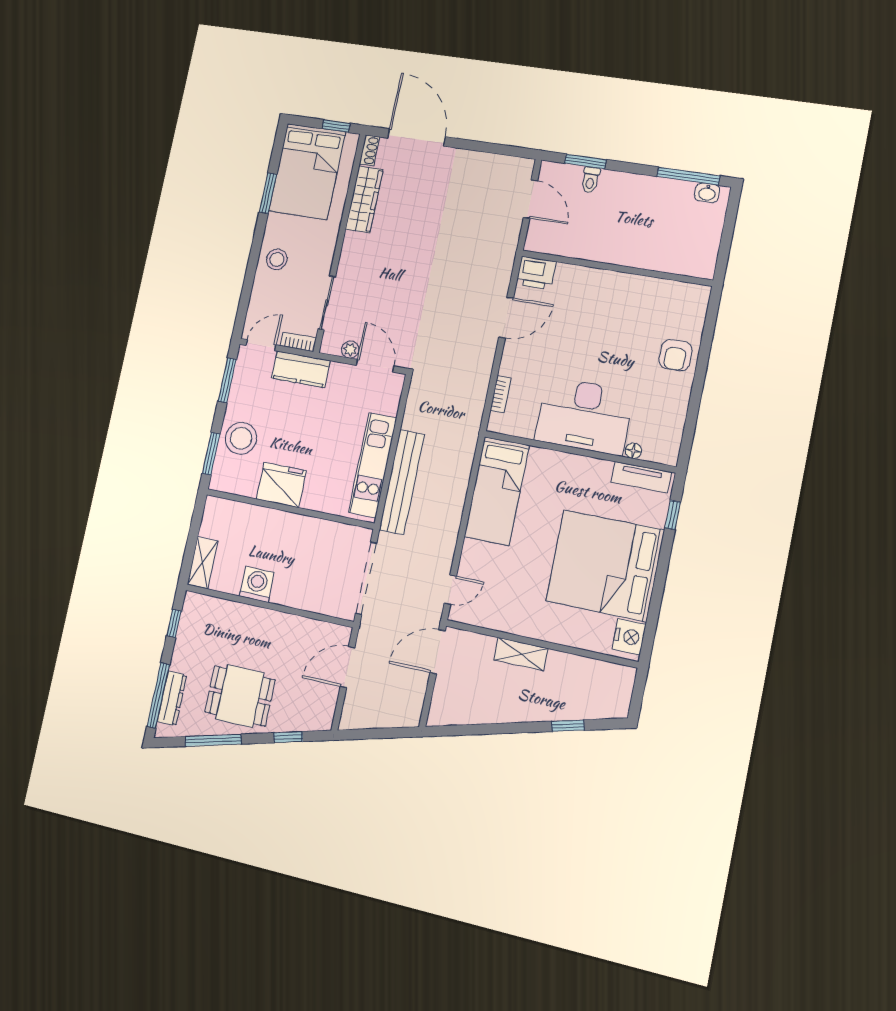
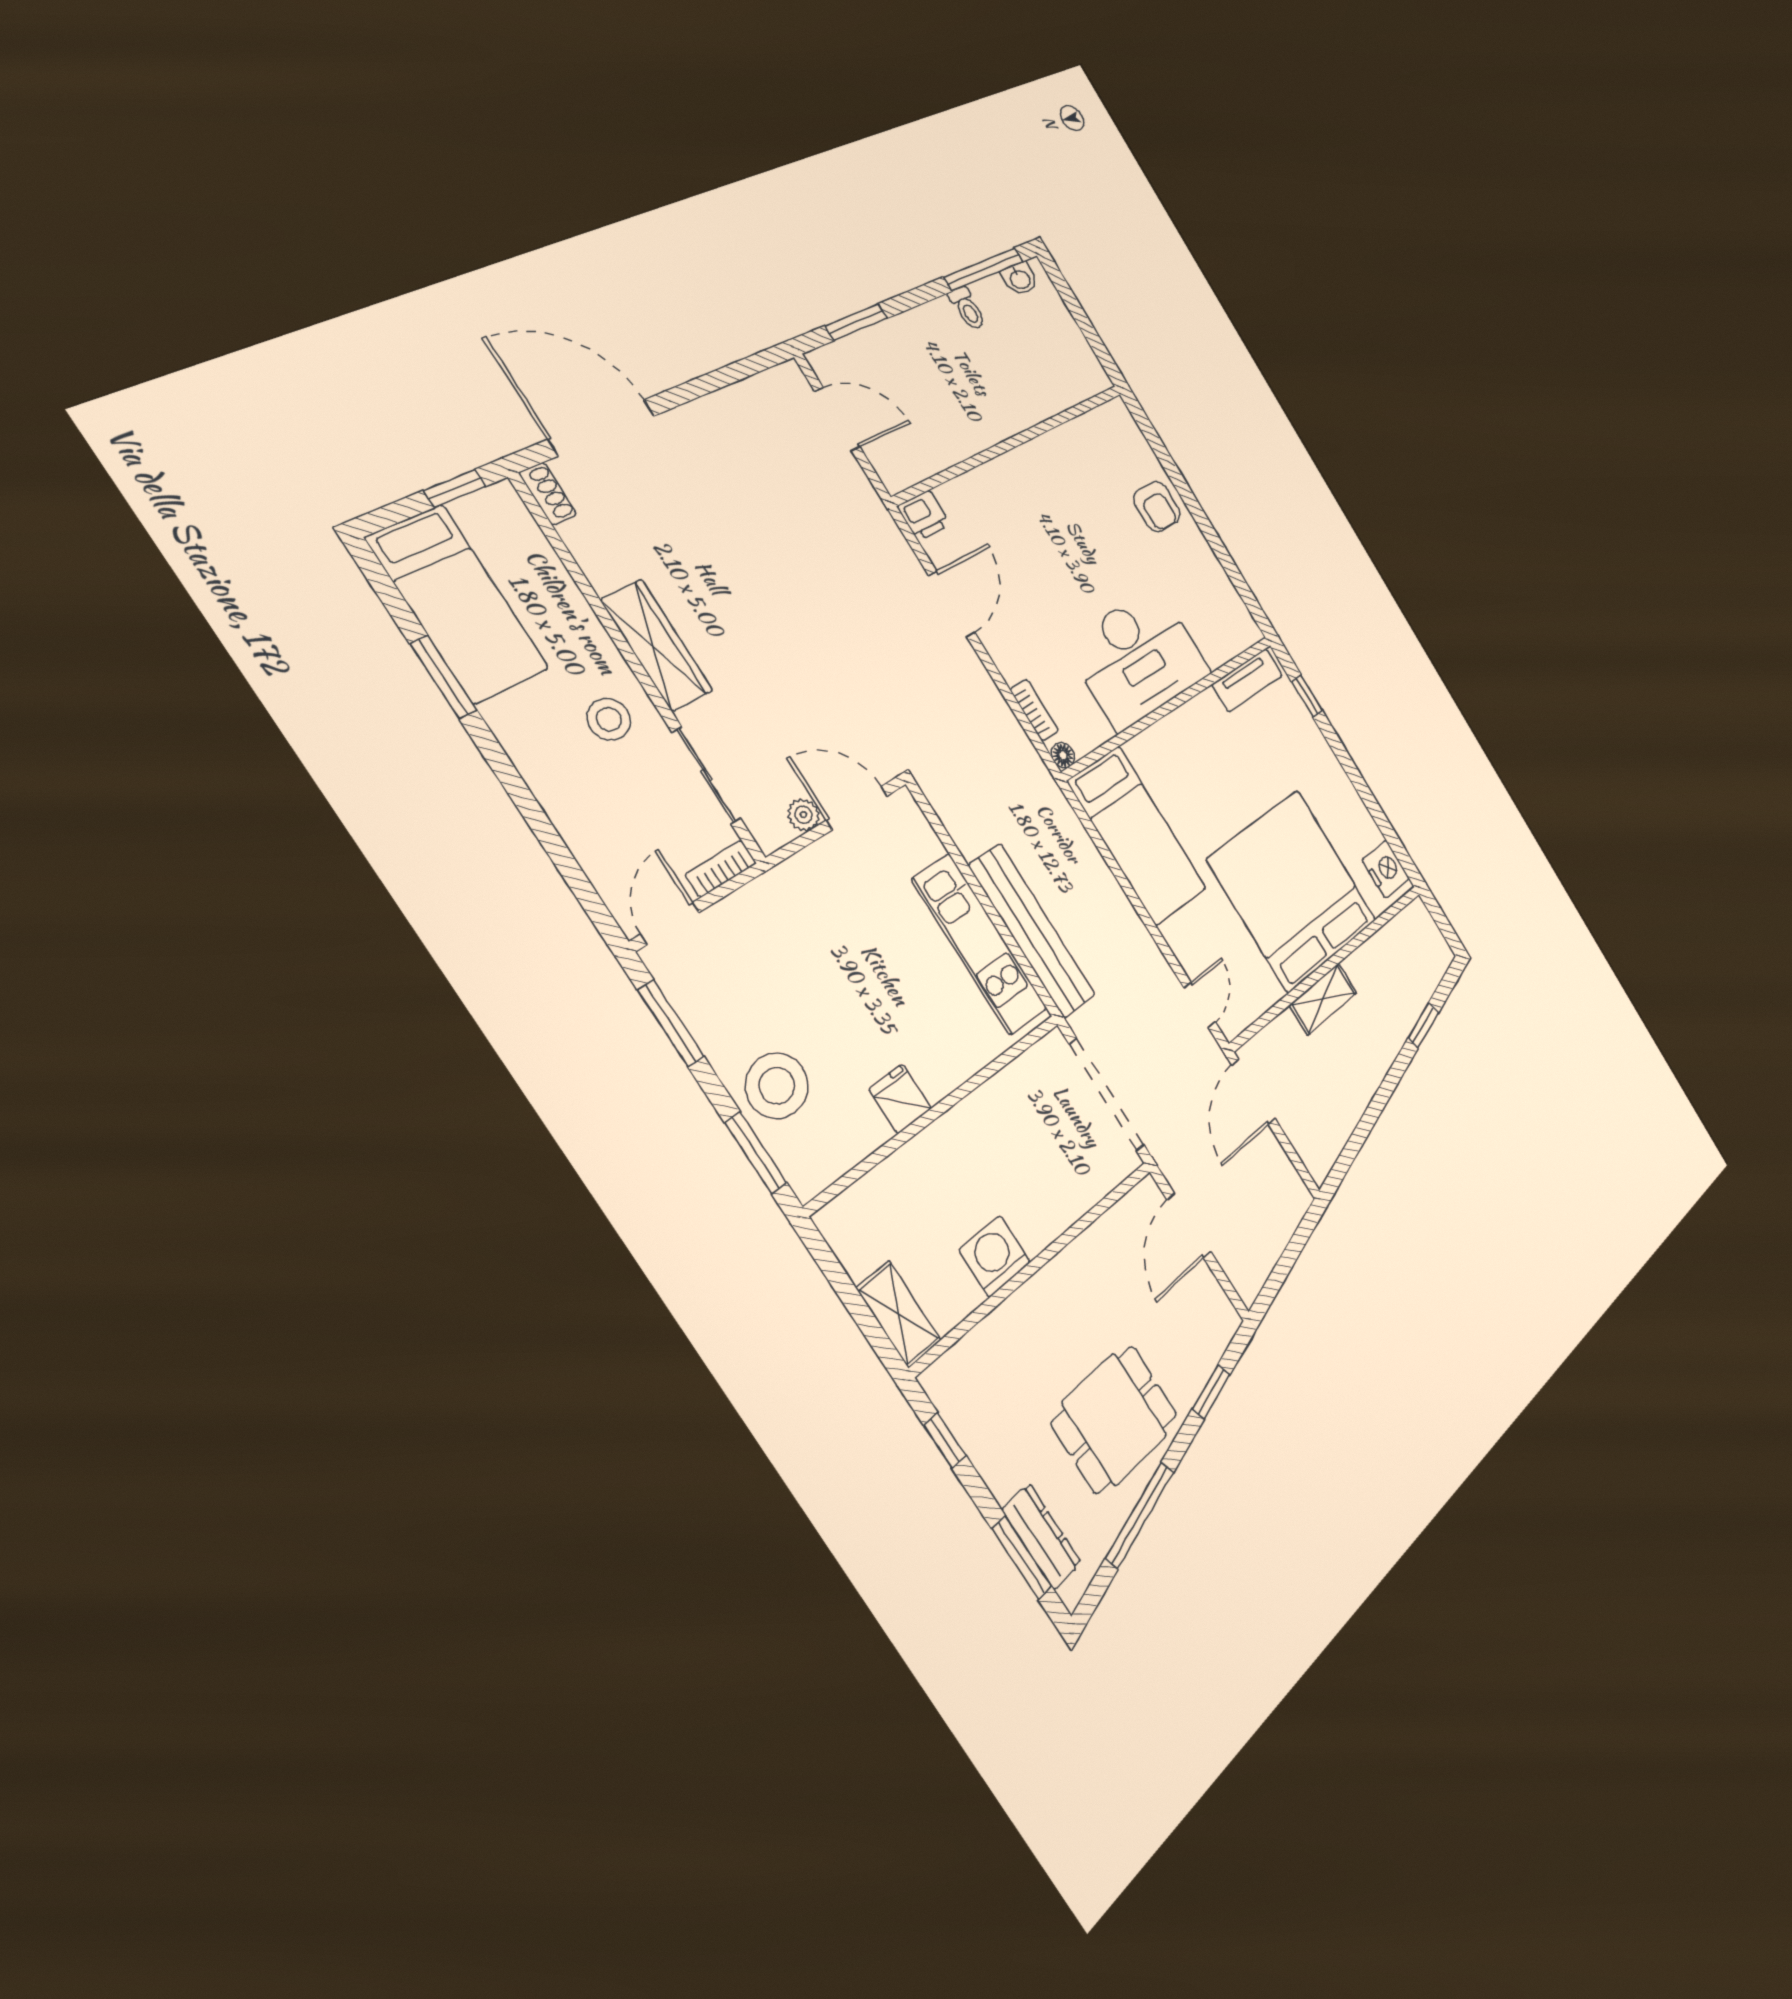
bed: (307, 172) -> (458, 604), width x0.67
toilet: (590, 180) -> (967, 308), moved
wardrobe: (364, 199) -> (657, 645), moved
stool: (277, 259) -> (609, 719), moved
printer: (536, 273) -> (924, 515), width x0.73, depth x0.81
kitchen counter: (301, 369) -> (763, 905), removed
floor lamp: (633, 451) -> (1063, 755), moved
fridge: (281, 485) -> (900, 1099), width x0.53, depth x0.75
bed: (605, 565) -> (1293, 890), moved, turned 90
window: (158, 696) -> (1022, 1558), width x0.69

